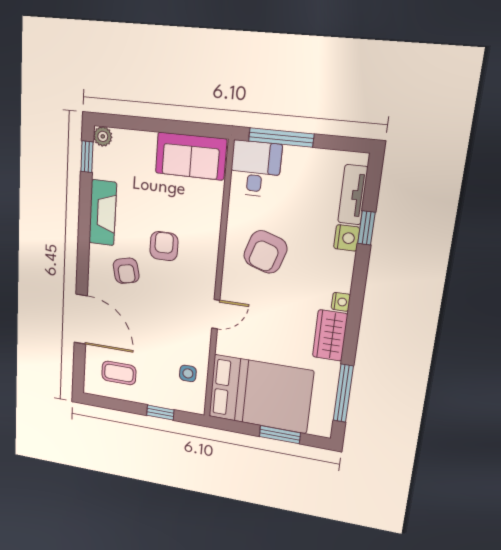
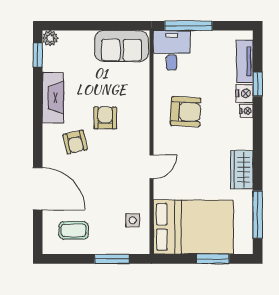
armchair: (265, 252) -> (186, 112), turned -105
nightstand: (341, 302) -> (247, 111), moved
window: (160, 413) -> (112, 259), width x1.50

